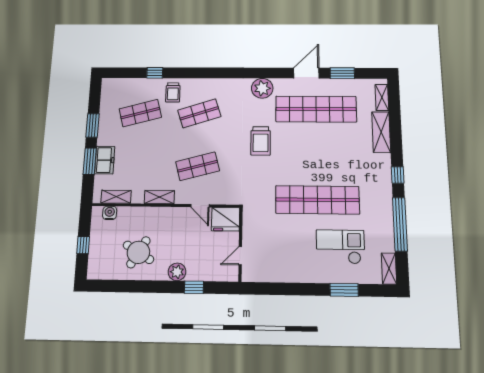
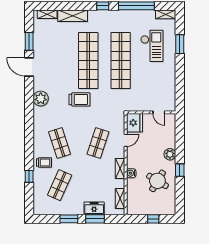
shop shelf: (316, 109) -> (88, 61), moved
shop shelf: (140, 113) -> (60, 185), turned 39
shop shelf: (198, 166) -> (98, 143), turned 33
water cooler: (110, 213) -> (131, 173), moved
checkout: (340, 247) -> (152, 46), turned 180
window: (194, 287) -> (180, 170), moved

